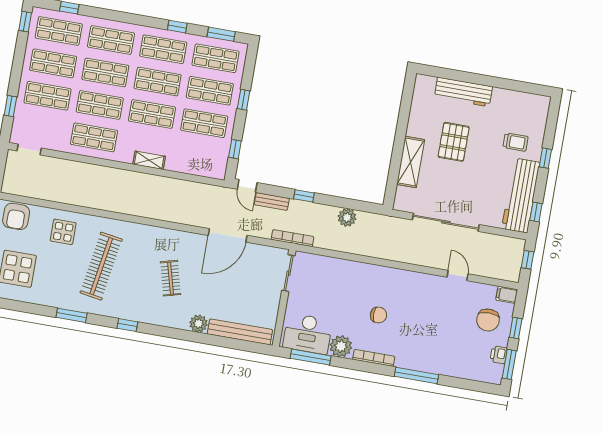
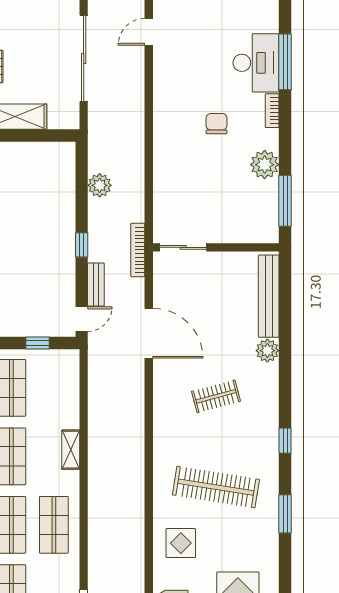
desk: (308, 334) -> (256, 63), moved
bookcase: (374, 358) -> (272, 111), width x0.64

